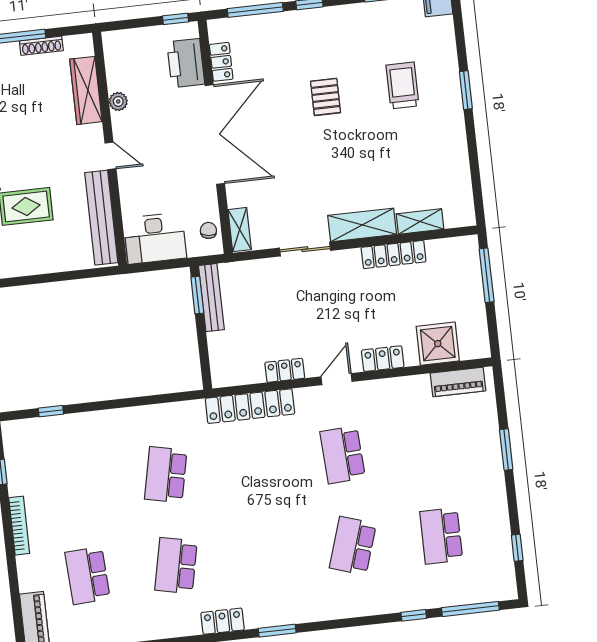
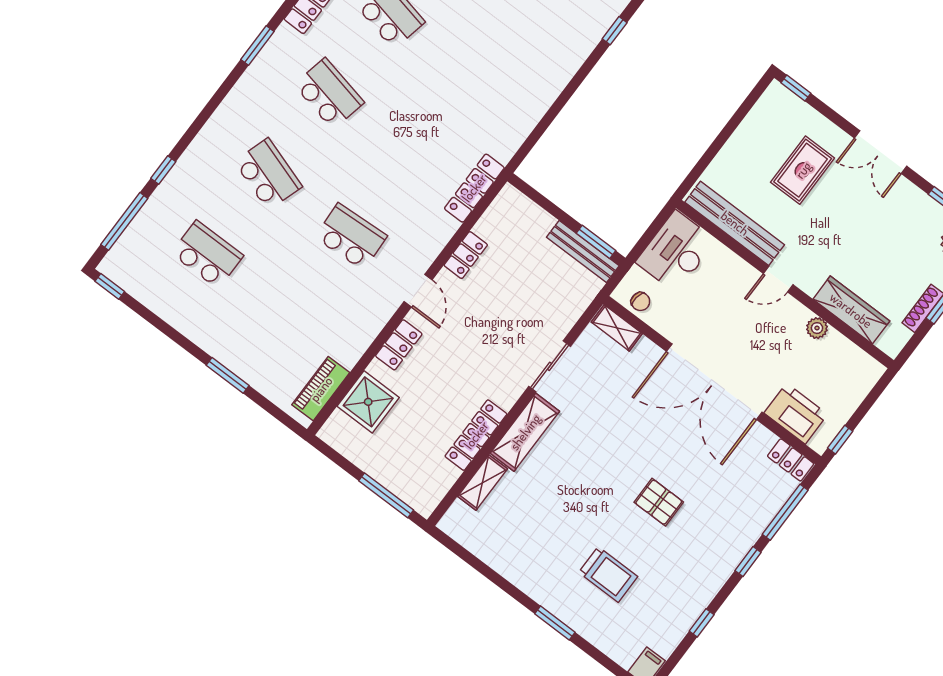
locker: (221, 62) -> (791, 460), moved
locker: (250, 406) -> (474, 188), width x0.71, depth x0.83
school desk: (166, 475) -> (329, 94), moved
window: (517, 548) -> (110, 286), moved

